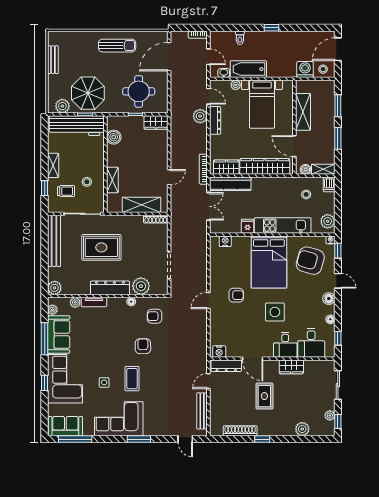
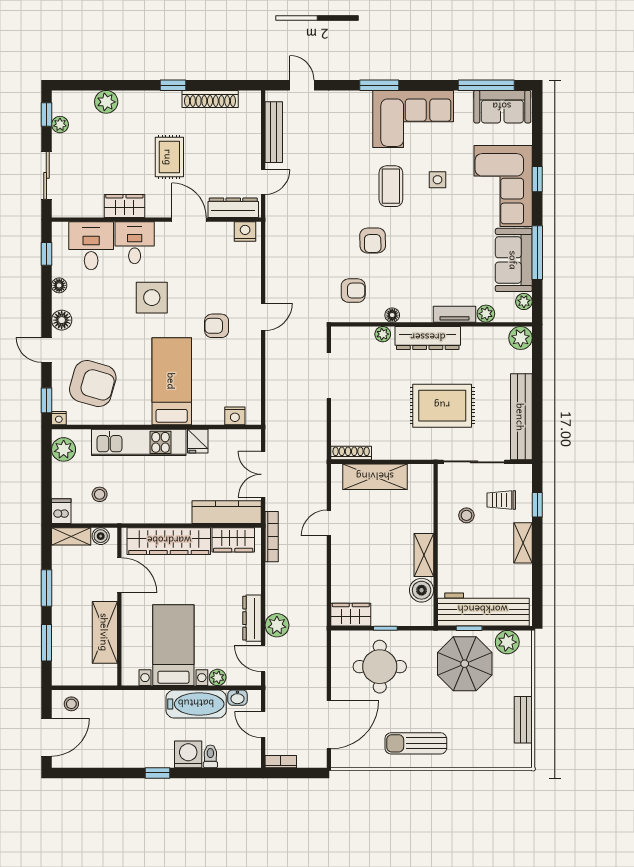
washing machine: (305, 69) -> (188, 754), moved, turned 180
shelving: (112, 180) -> (424, 555), moved
bed: (269, 262) -> (172, 381), width x0.67
plant: (141, 286) -> (383, 334), width x0.53, depth x0.53

